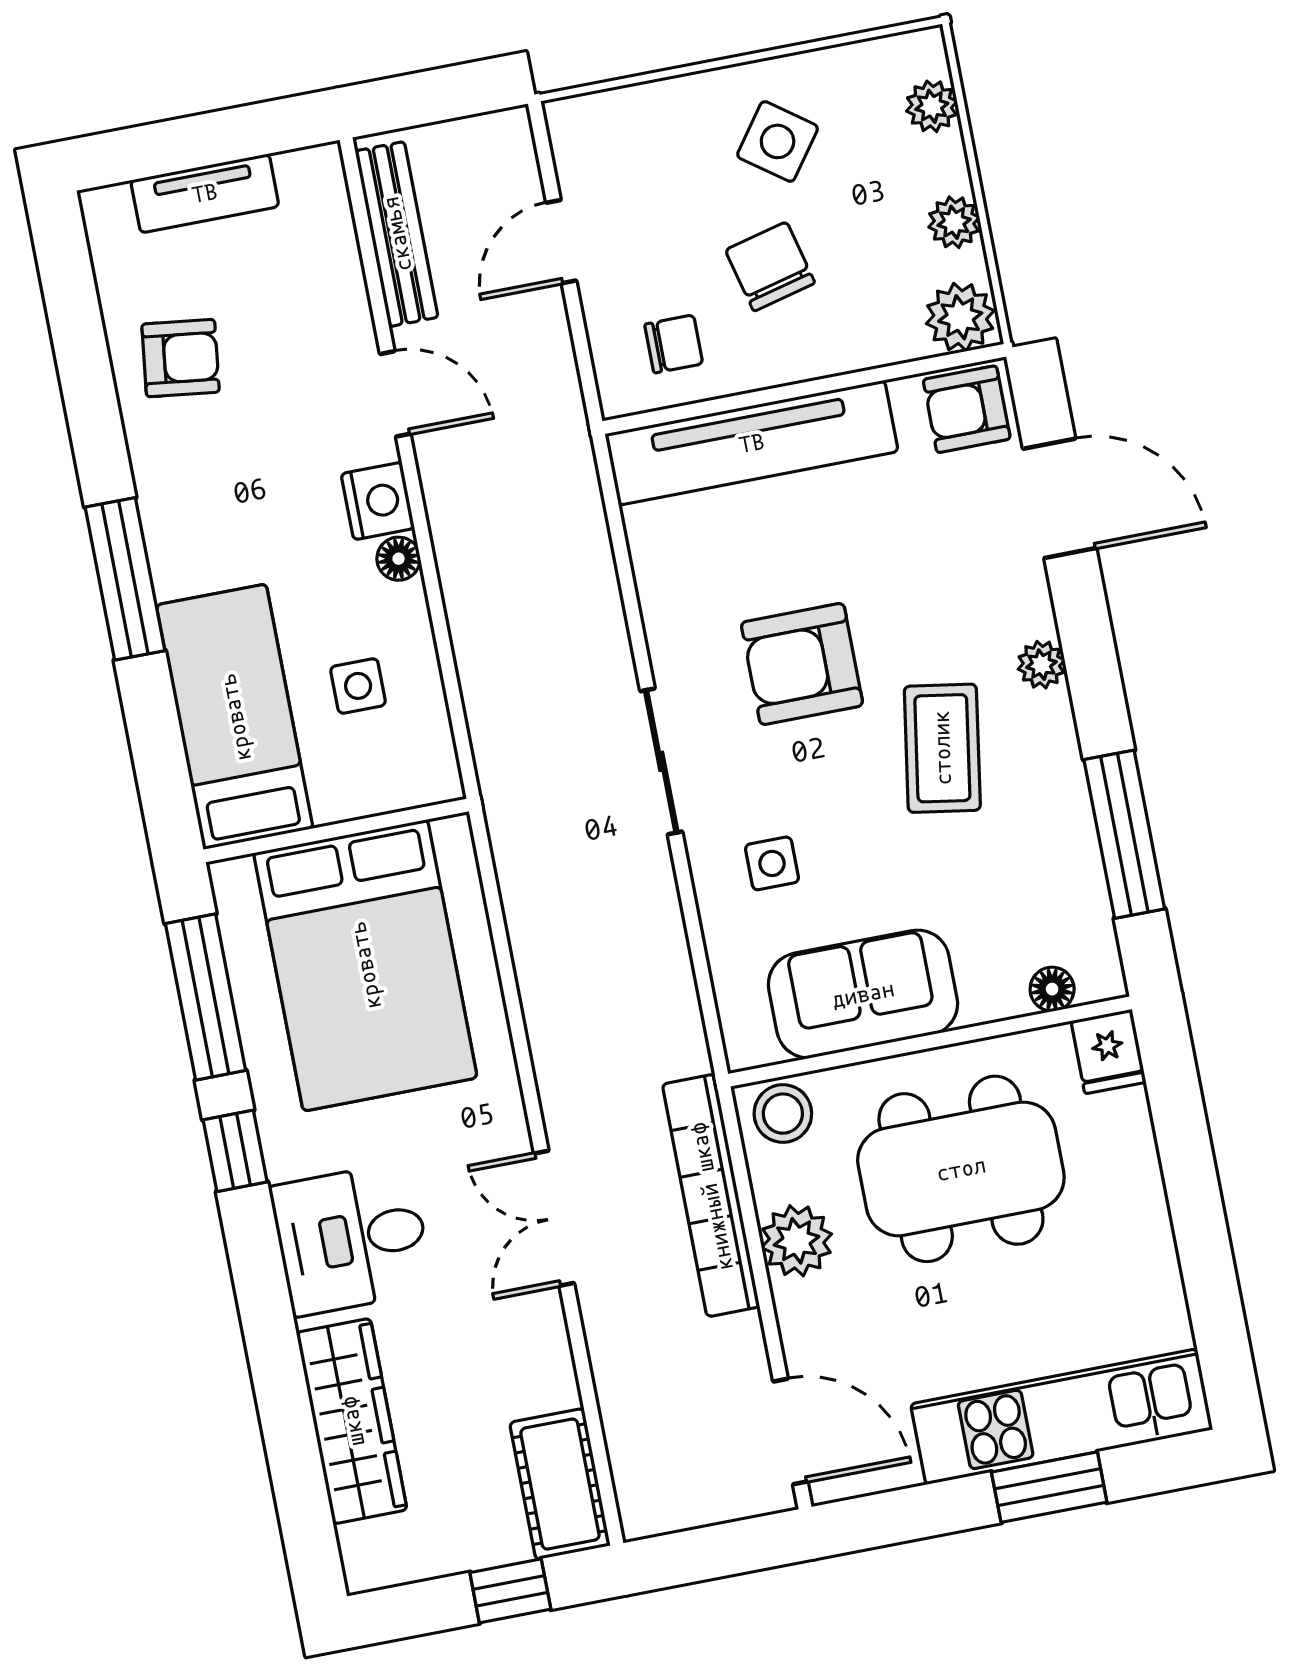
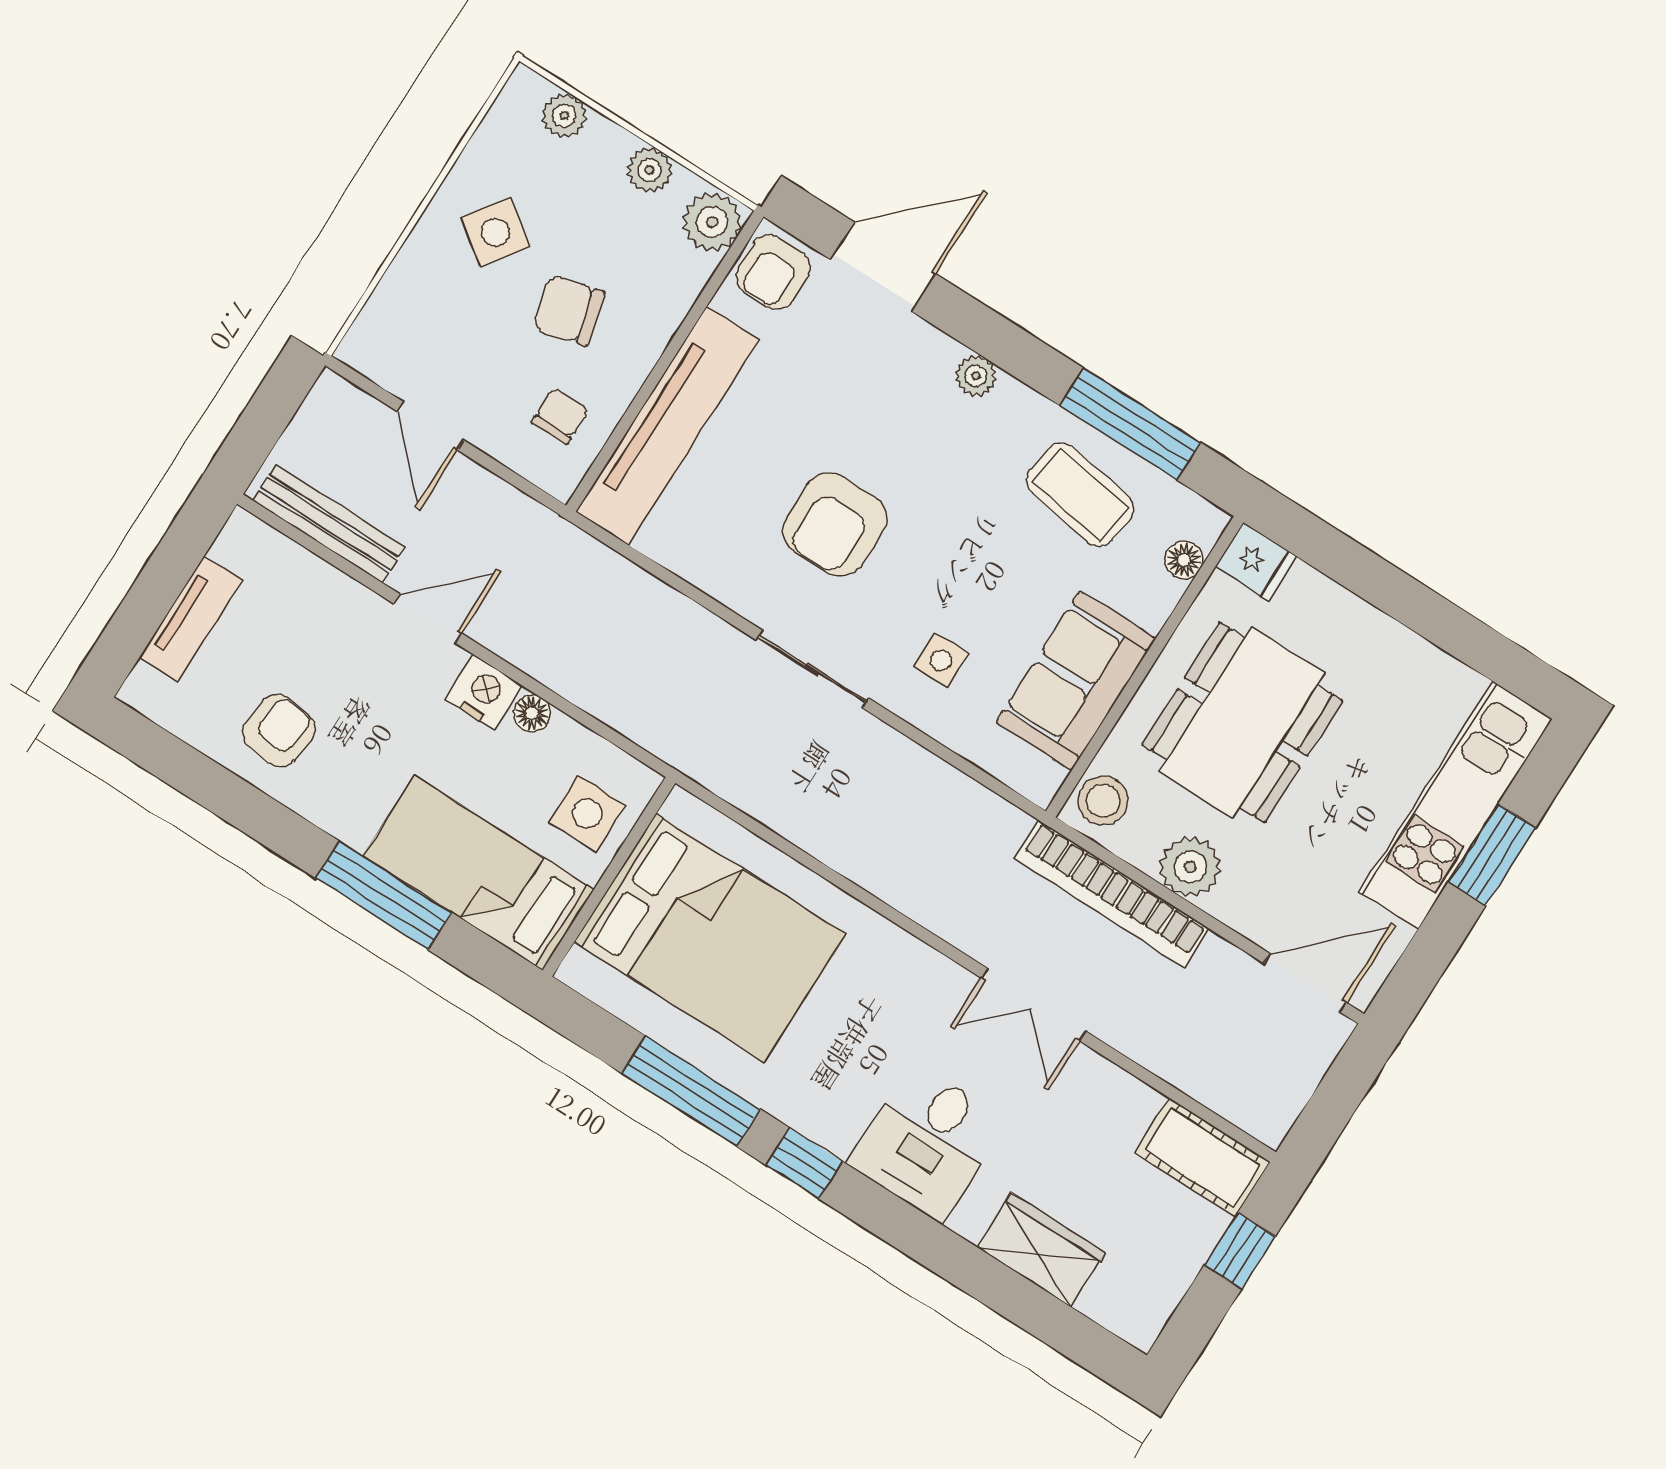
side table: (358, 686) -> (587, 813), width x1.37, depth x1.37
bed: (235, 717) -> (478, 873), moved
coffee table: (942, 748) -> (1080, 495), moved
wall: (336, 830) -> (609, 877), moved
bed: (365, 965) -> (710, 938), moved
wardrobe: (352, 1421) -> (1041, 1250), width x0.67

